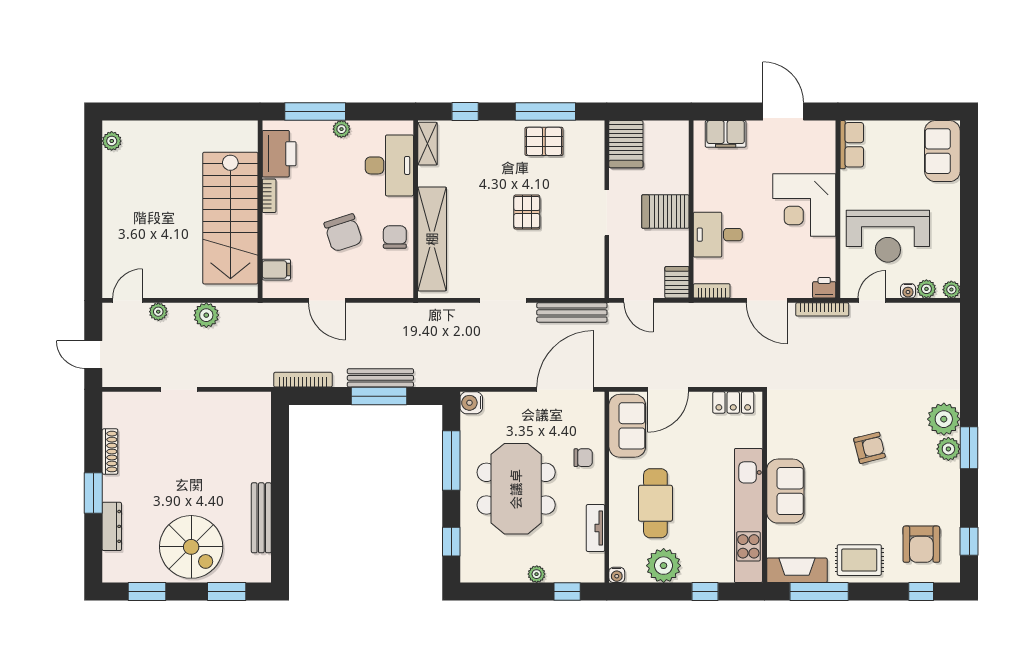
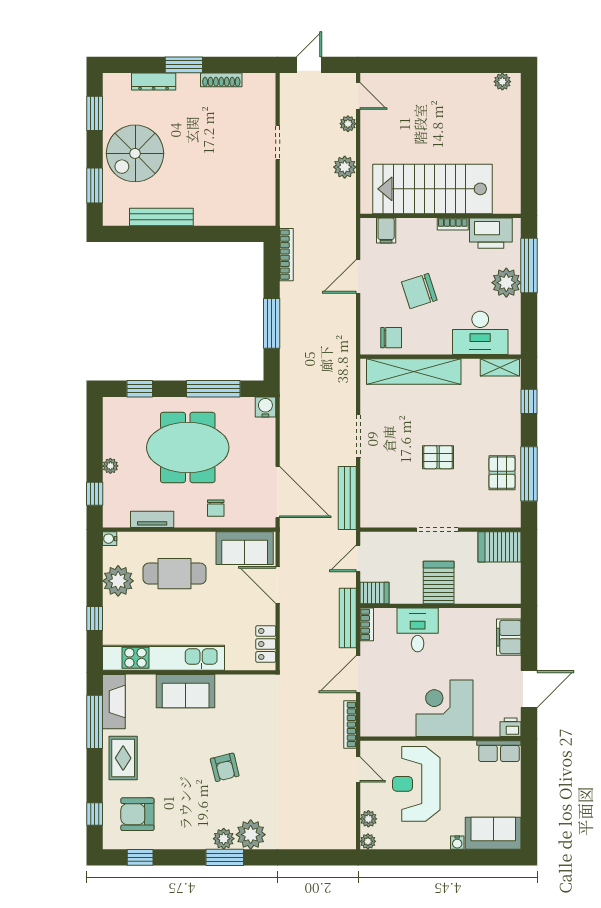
plant: (341, 129) -> (506, 283), width x1.88, depth x1.88
chair: (395, 237) -> (391, 338), moved
printer: (824, 288) -> (511, 727), moved, turned -90
water cooler: (908, 291) -> (457, 843), moved, turned -90
bench: (380, 378) -> (348, 618), moved

